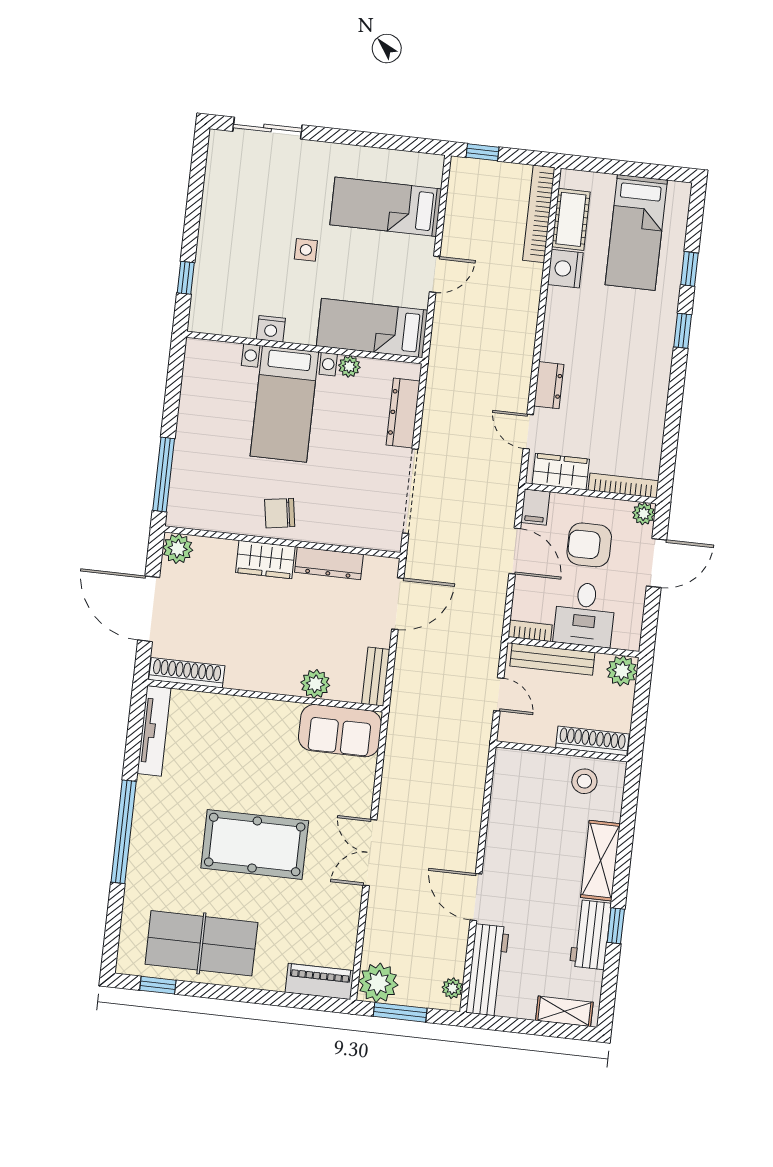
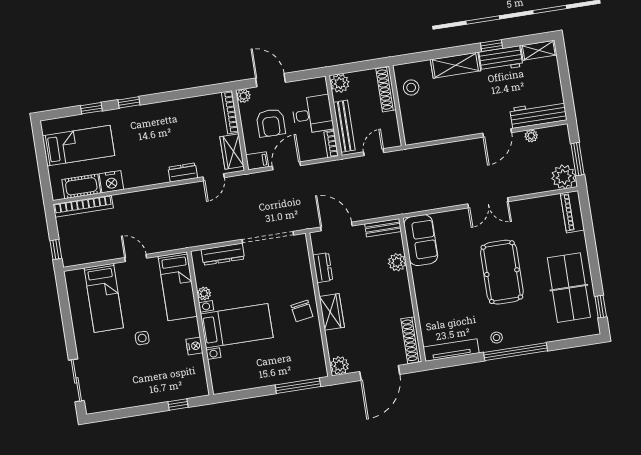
dresser: (329, 563) -> (323, 268), width x0.70
stool: (154, 808) -> (497, 338), added
plant: (452, 988) -> (531, 136), moved
shelving: (564, 1011) -> (539, 50), moved, turned 90

